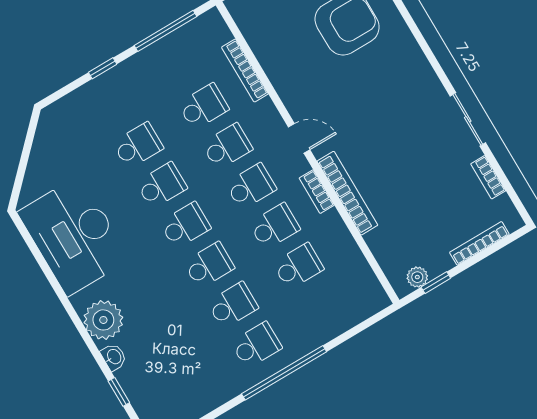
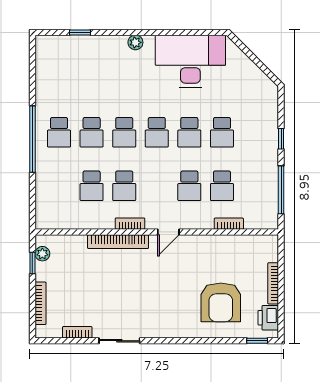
bookcase: (245, 71) -> (229, 224), width x0.64
school desk: (251, 186) -> (157, 186), removed
plant: (103, 320) -> (135, 42), width x0.53, depth x0.53
washbasin: (114, 357) -> (103, 42), removed

